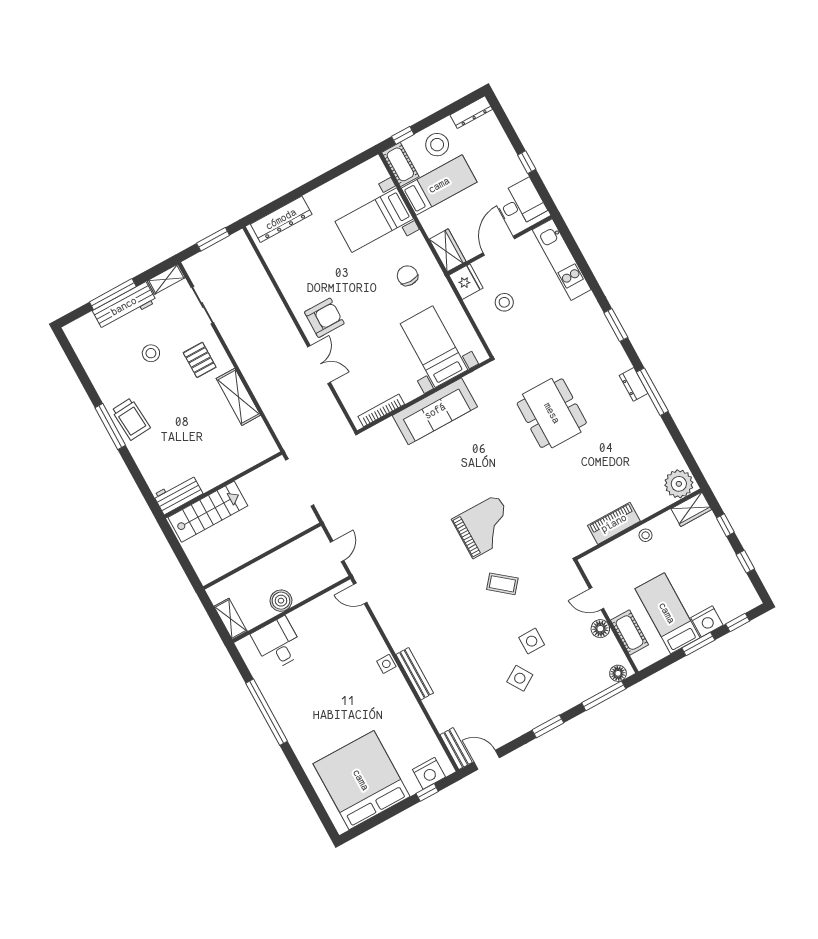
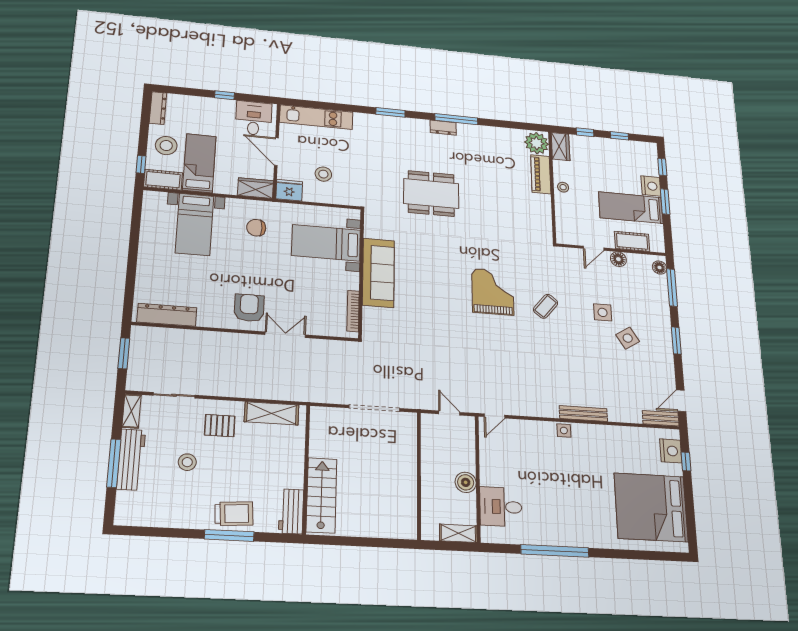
dresser: (281, 219) -> (167, 315), moved, turned -90
wall: (223, 485) -> (306, 469), moved
workbench: (178, 494) -> (291, 511), moved
stairs: (208, 512) -> (321, 495), moved
piano: (614, 523) -> (541, 174), moved

